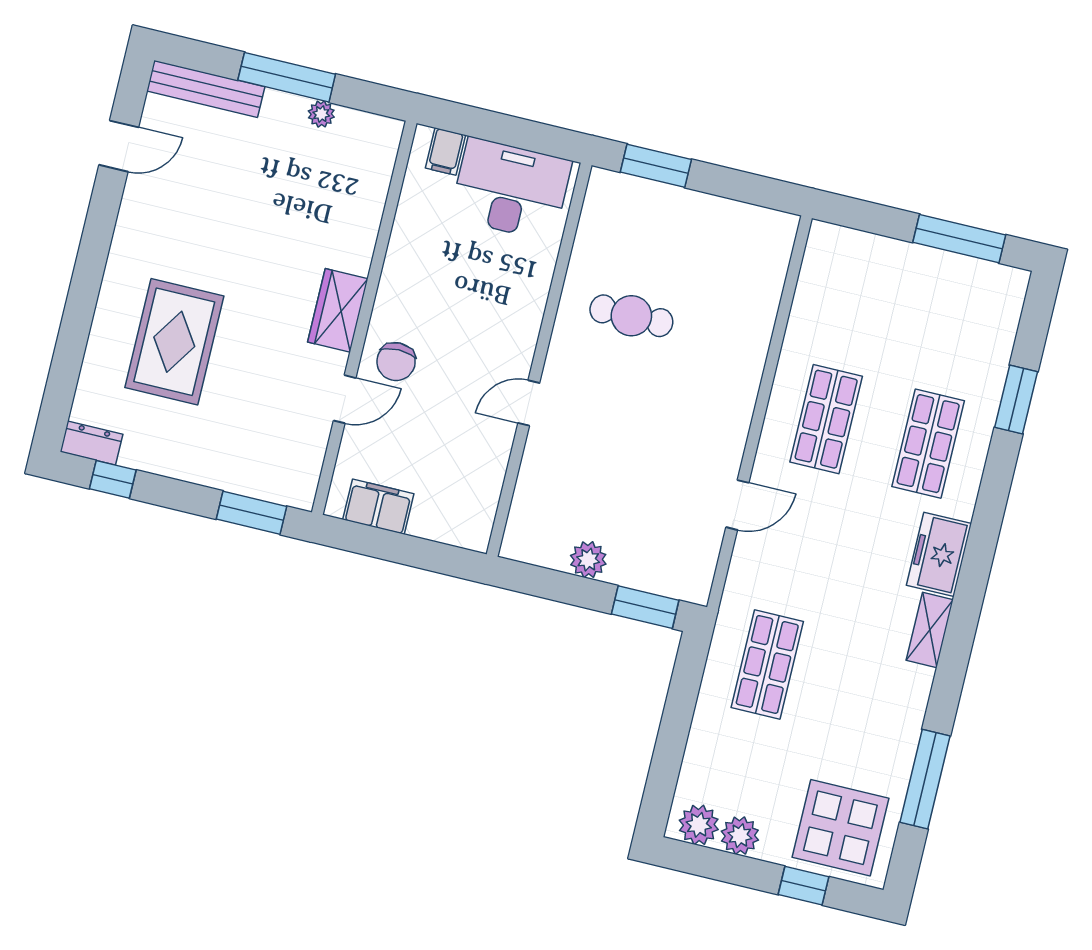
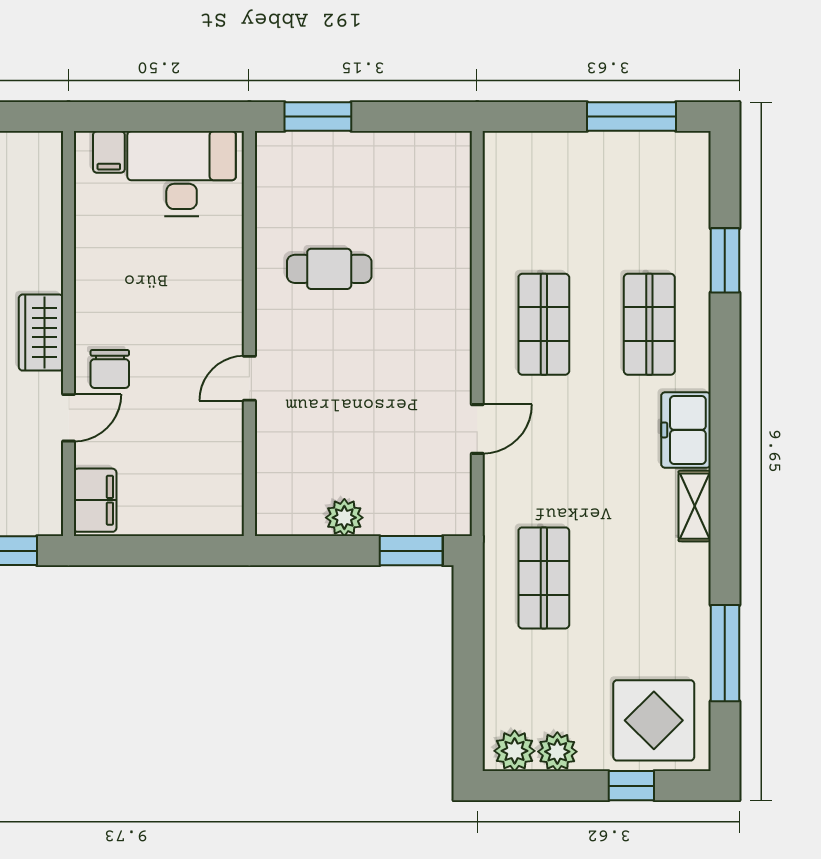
filing cabinet: (378, 507) -> (95, 500), moved, turned 90

